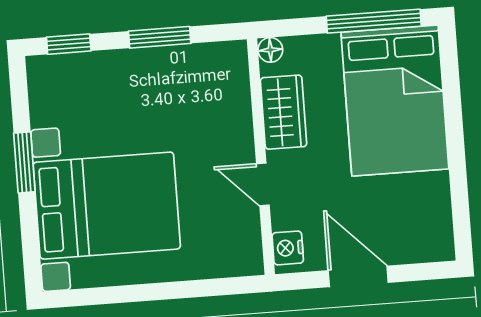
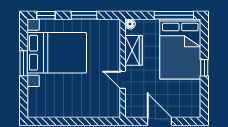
window: (455, 141) -> (204, 68), added
bed with nightstands: (107, 206) -> (57, 53), moved
nightstand: (288, 248) -> (131, 107), removed

